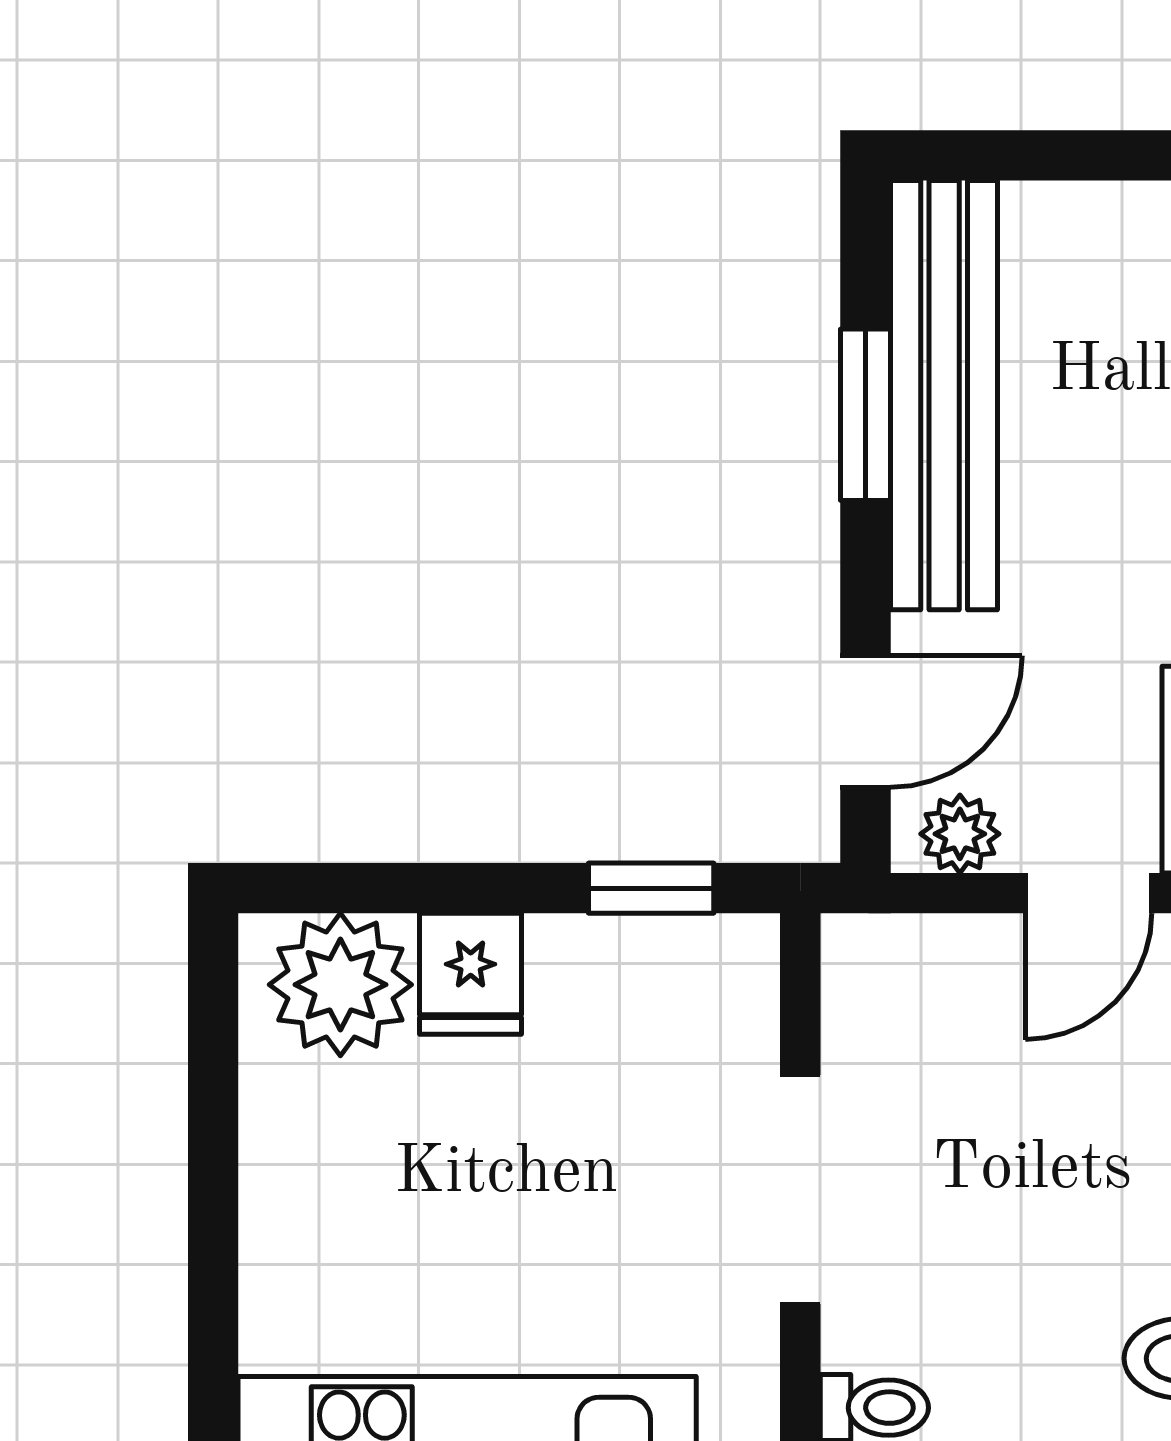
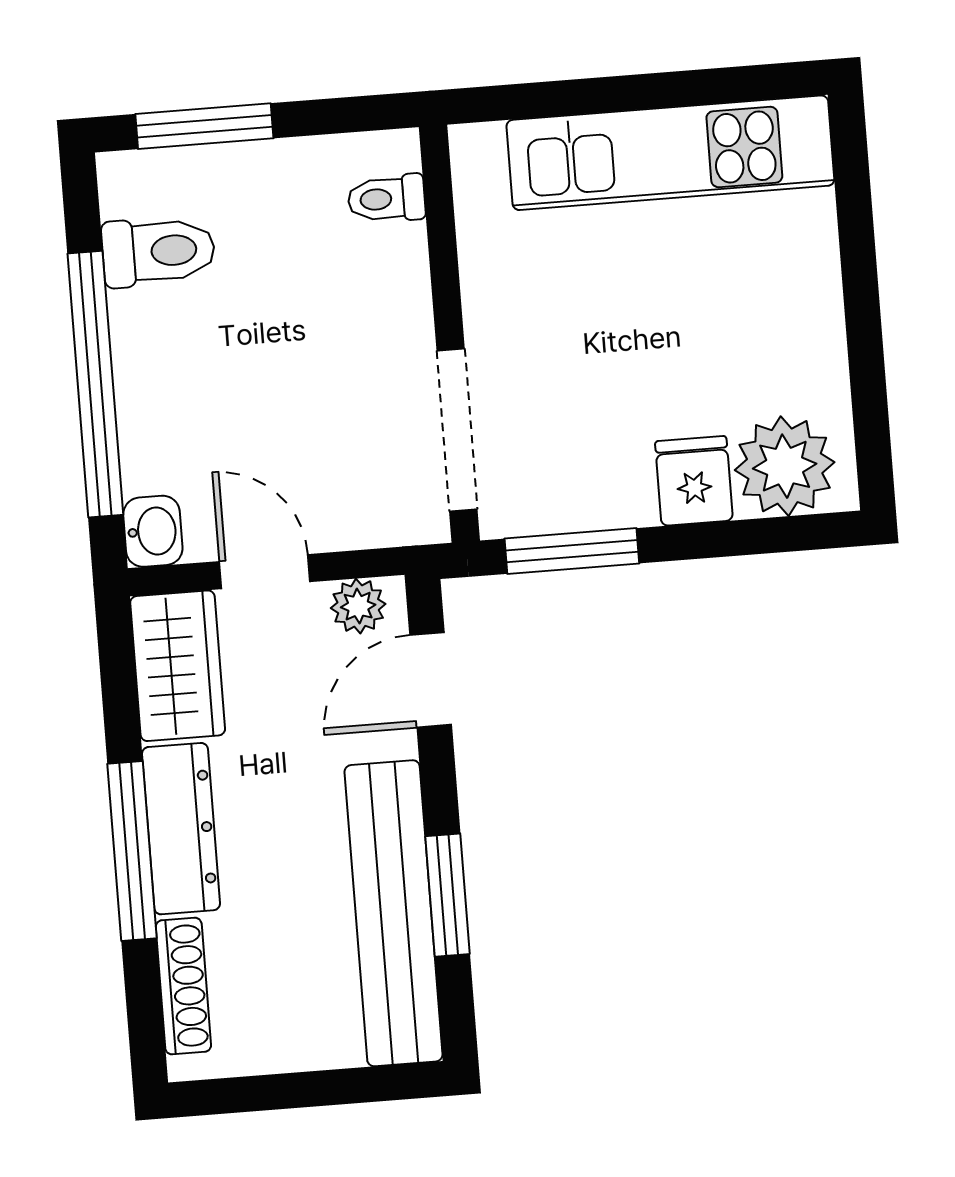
window: (651, 888) -> (572, 551), width x1.50
door: (1088, 893) -> (265, 572), hinge flipped
doorway: (800, 1190) -> (457, 430), moved

